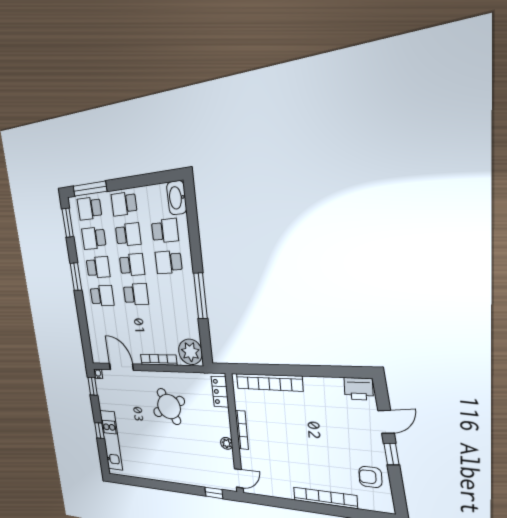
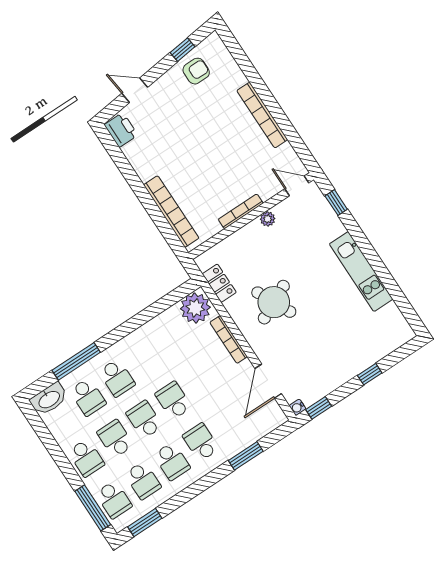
school desk: (165, 231) -> (88, 397), turned 180
school desk: (98, 267) -> (172, 461), turned 180
window: (76, 277) -> (246, 456), moved
window: (201, 296) -> (76, 361), moved
locker: (220, 392) -> (219, 283), moved, turned -90
kitchen unit: (111, 441) -> (361, 272), moved, turned -90
window: (392, 454) -> (183, 50), moved
armchair: (370, 477) -> (196, 71), turned -90
bookcase: (325, 498) -> (262, 115), moved

